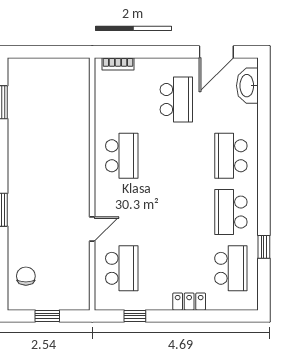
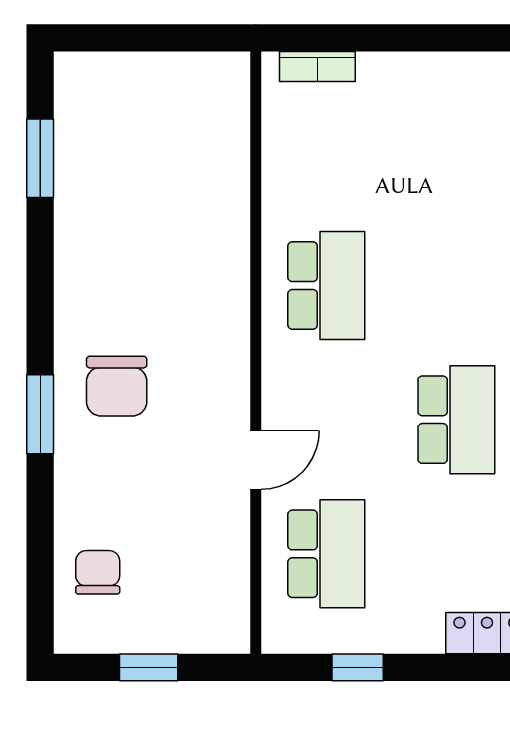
school desk: (176, 99) -> (456, 420), moved
chair: (34, 198) -> (117, 386), added

